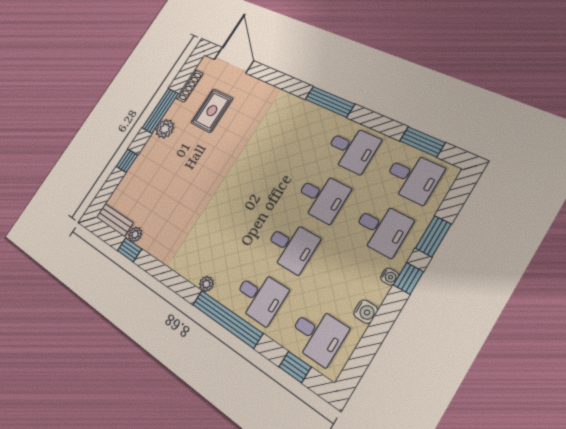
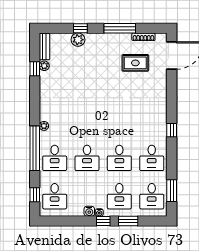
window: (330, 102) -> (172, 130), width x0.46
plant: (165, 129) -> (78, 40), moved
water cooler: (366, 312) -> (89, 211), moved

